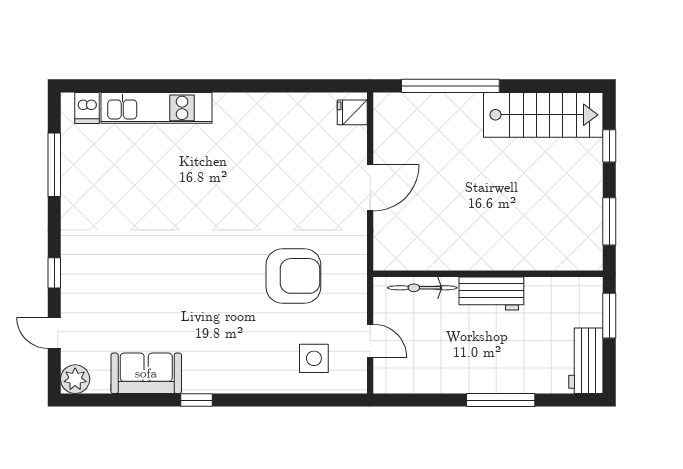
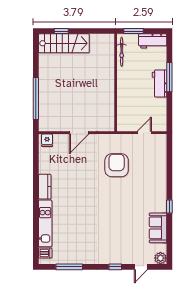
kitchen counter: (243, 107) -> (45, 187), added
stairs: (543, 115) -> (64, 43), moved, turned 90
door: (370, 188) -> (79, 133), swing flipped
window: (609, 221) -> (93, 31), removed
bicycle: (422, 288) -> (122, 52), moved
workbench: (491, 293) -> (160, 84), moved, turned 180
side table: (314, 358) -> (152, 157), removed

